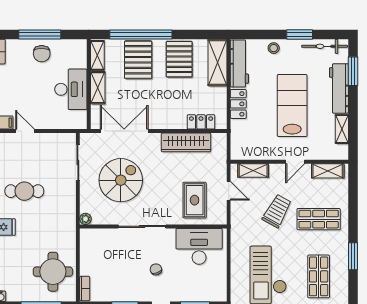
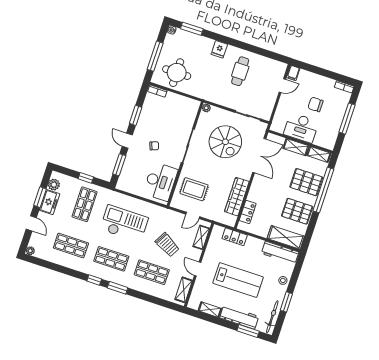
chair: (42, 54) -> (316, 104), moved
locker: (238, 104) -> (235, 237), moved
shop shelf: (319, 219) -> (152, 272), turned 90
window: (353, 289) -> (94, 280), added

